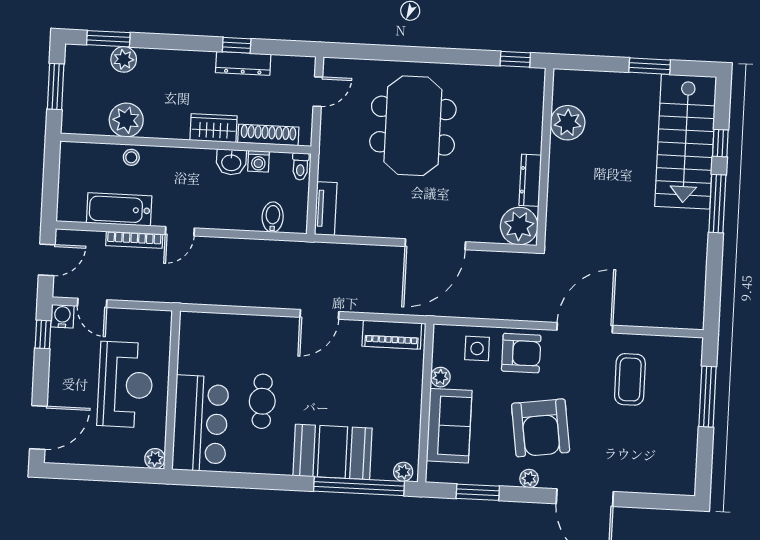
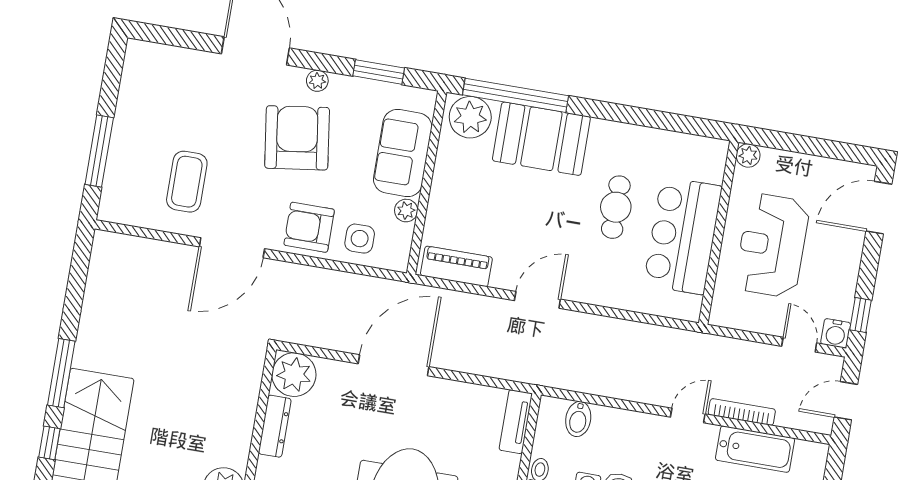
bar counter: (200, 423) -> (683, 236), moved
plant: (403, 472) -> (470, 117), width x1.88, depth x1.88

